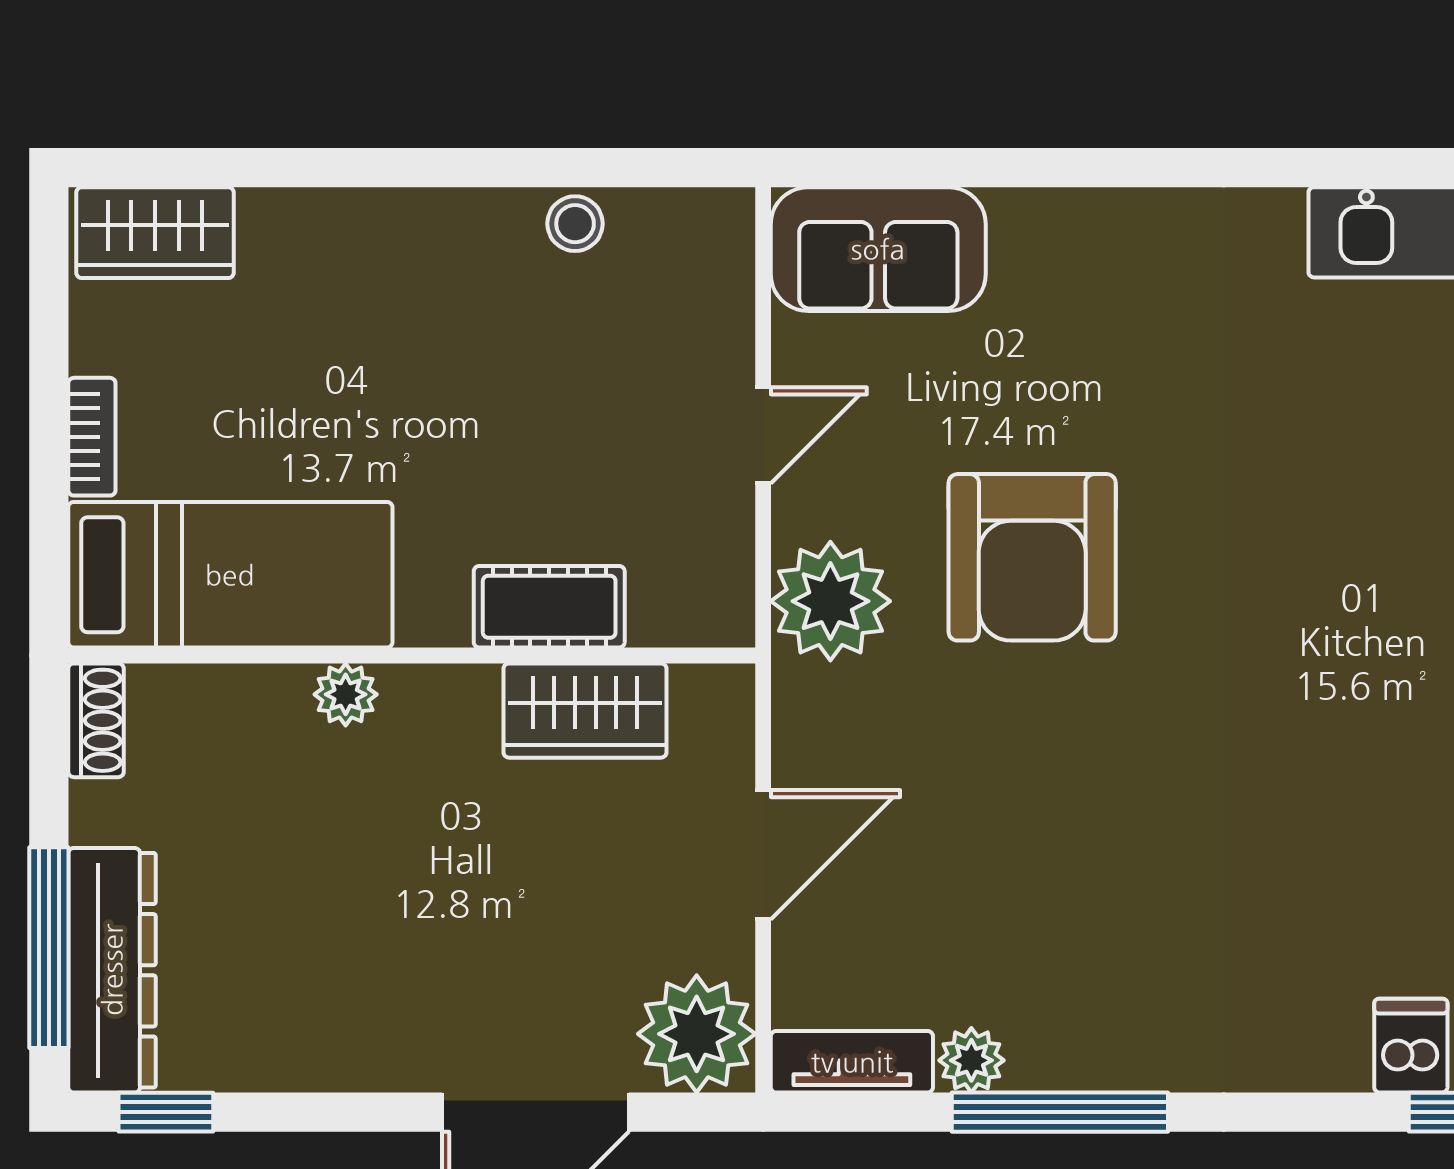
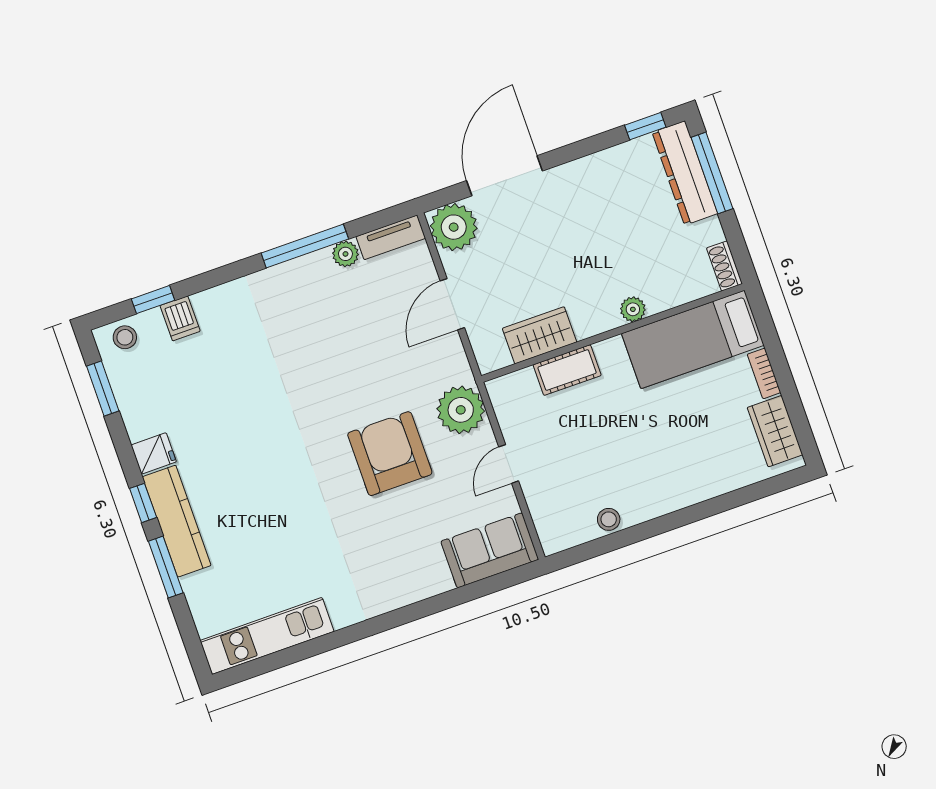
wardrobe: (155, 233) -> (775, 431), moved, turned -90

